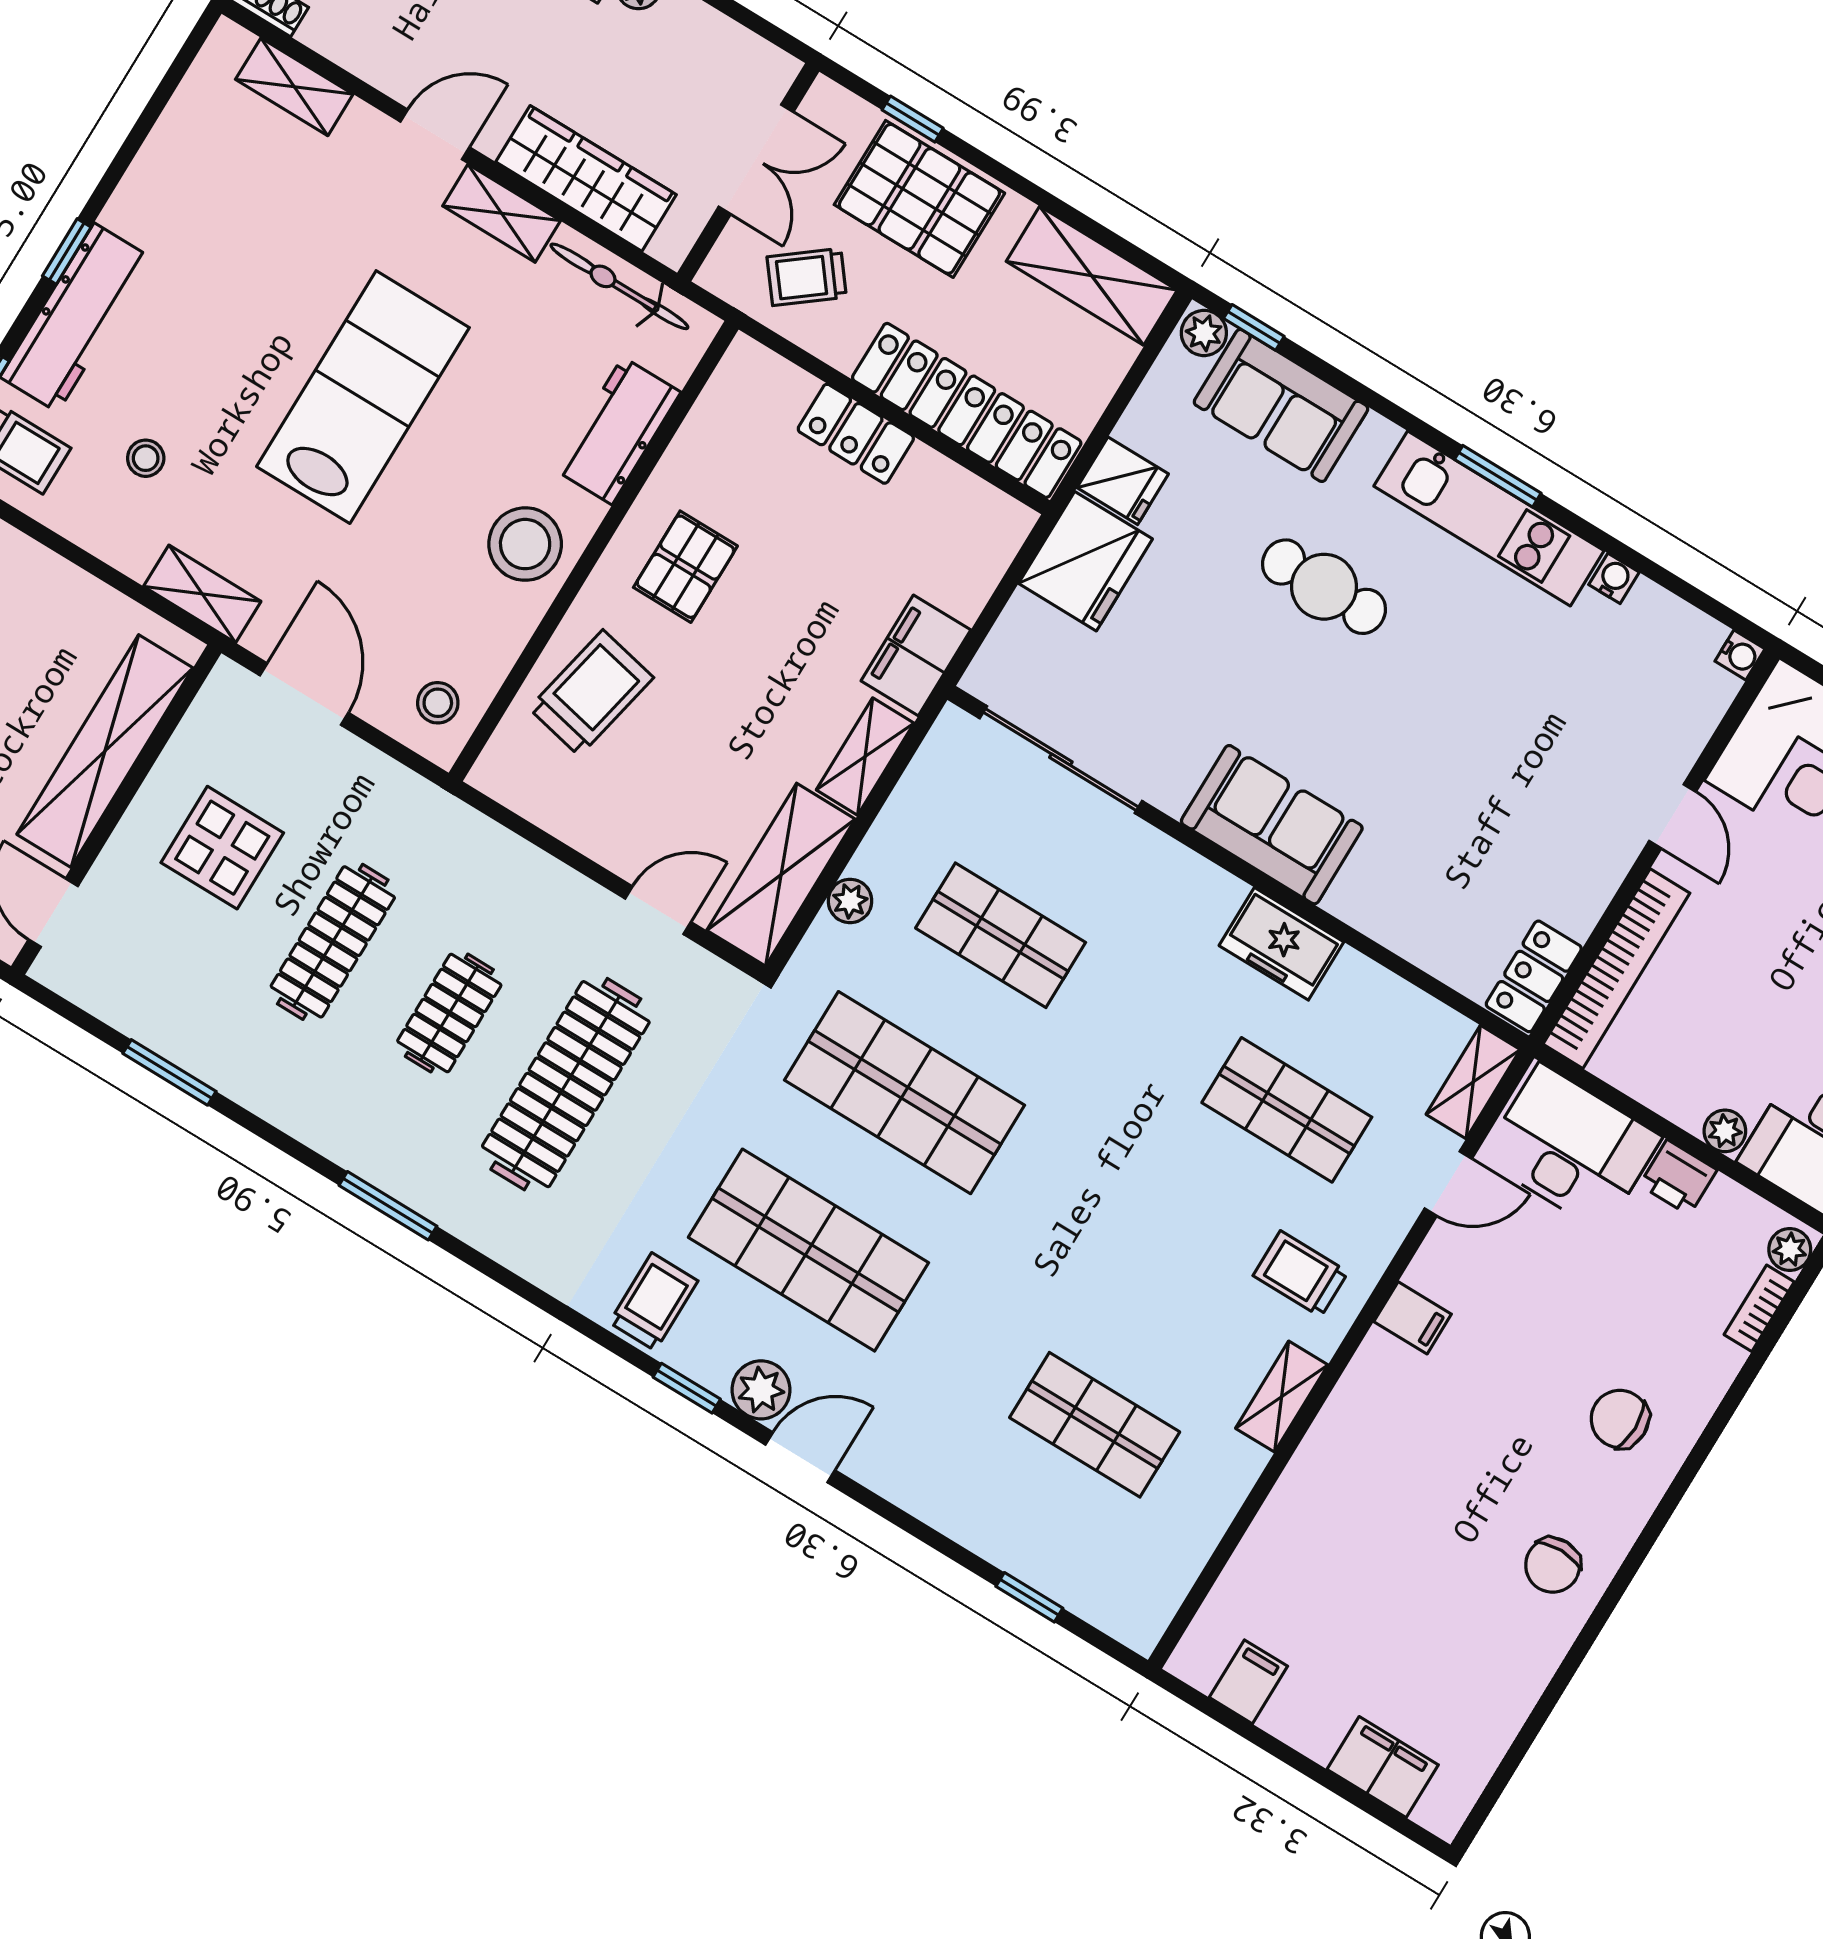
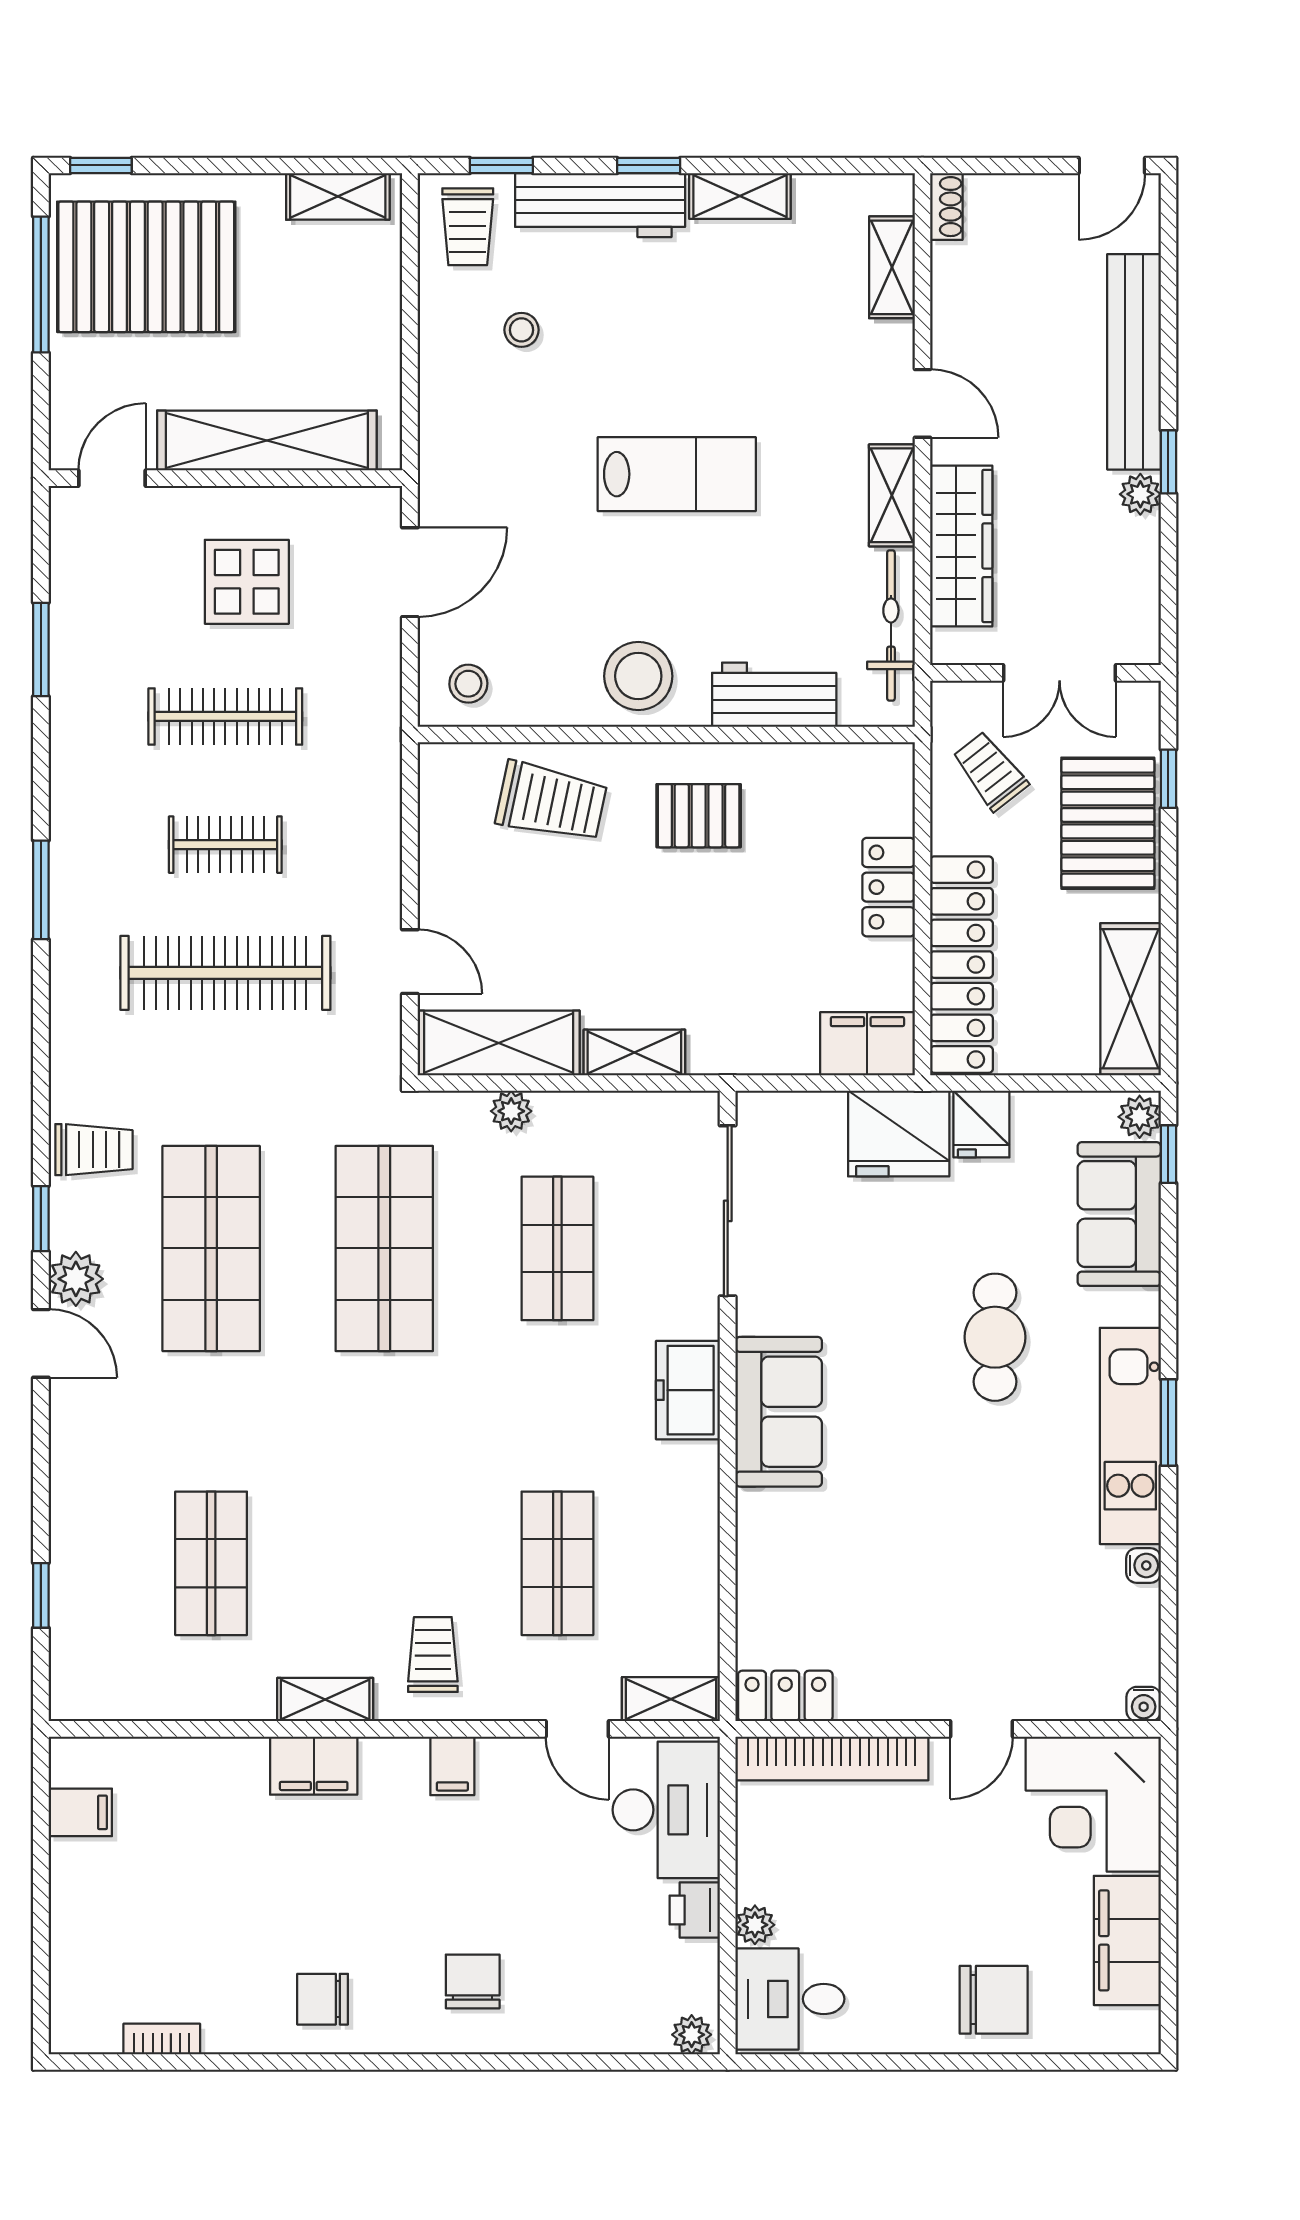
lab bench: (363, 397) -> (677, 474), width x0.73, depth x0.72
shelving: (202, 594) -> (740, 196), moved, turned 90
filing cabinet: (916, 655) -> (867, 1044), moved
freezer: (1281, 944) -> (688, 1390), moved
bookcase: (1759, 1308) -> (162, 2039), moved
filing cabinet: (1383, 1767) -> (314, 1766), moved, turned 90

